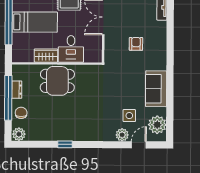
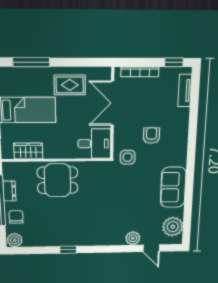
desk: (71, 49) -> (94, 144), moved, turned -90
wardrobe: (46, 56) -> (28, 151), moved
side table: (129, 116) -> (128, 157), moved
door: (139, 145) -> (151, 248), swing flipped

